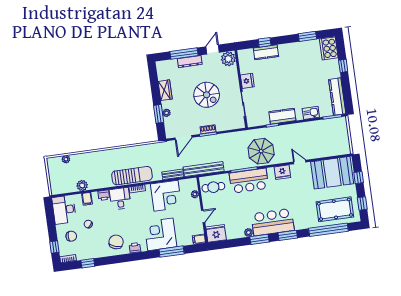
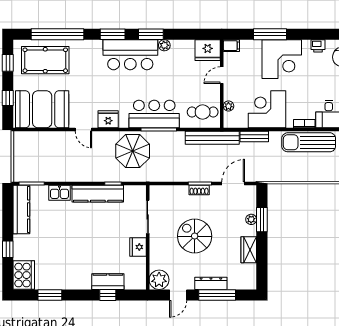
kitchen counter: (282, 116) -> (98, 194), width x1.50

